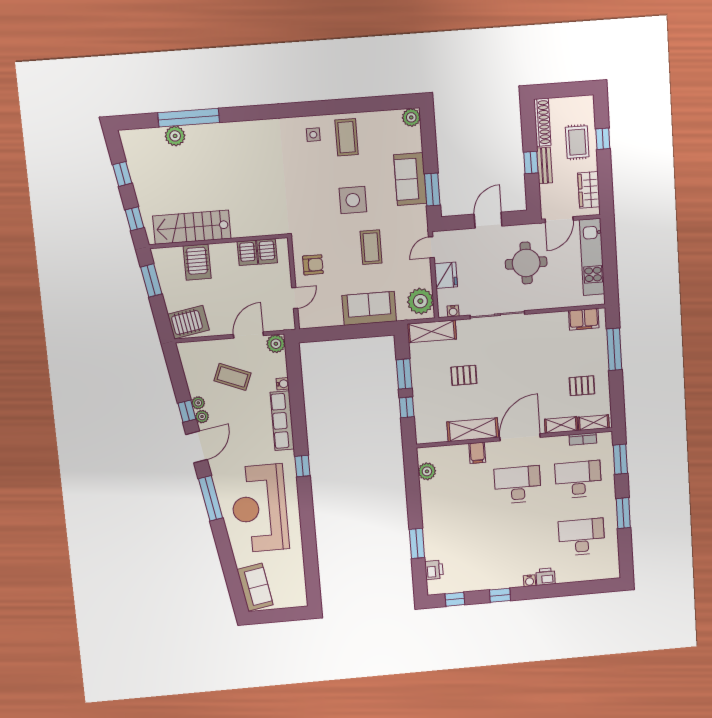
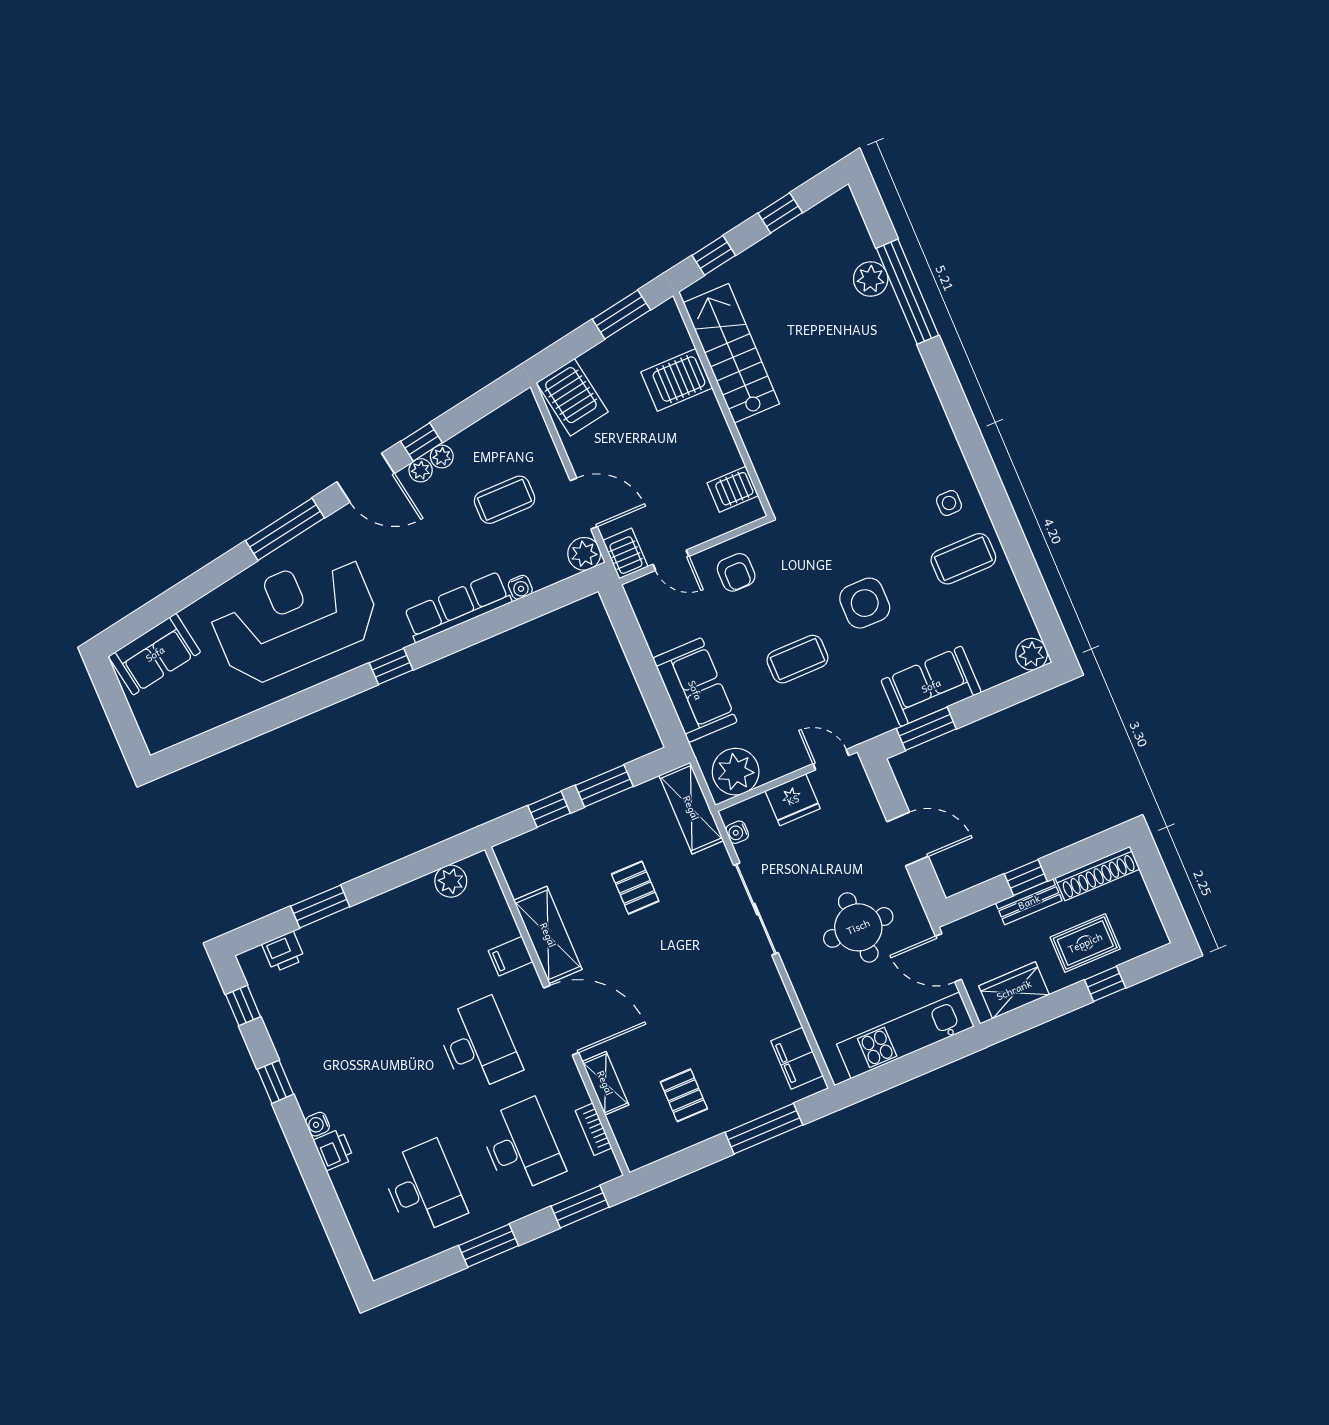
server rack: (247, 253) -> (625, 554), moved, turned 90
coffee table: (233, 377) -> (504, 500), turned 68
shelving: (594, 423) -> (628, 1138), removed

